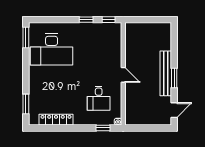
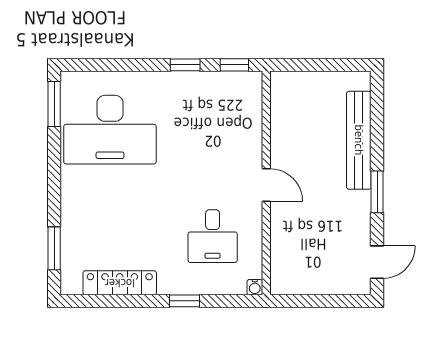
bench: (166, 73) -> (359, 140), moved
window: (103, 128) -> (184, 301), moved

